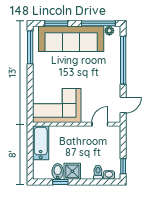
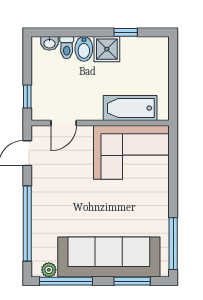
bathtub: (41, 143) -> (130, 108), moved, turned 90
window: (123, 166) -> (27, 97), moved
bidet: (58, 171) -> (84, 49), moved

